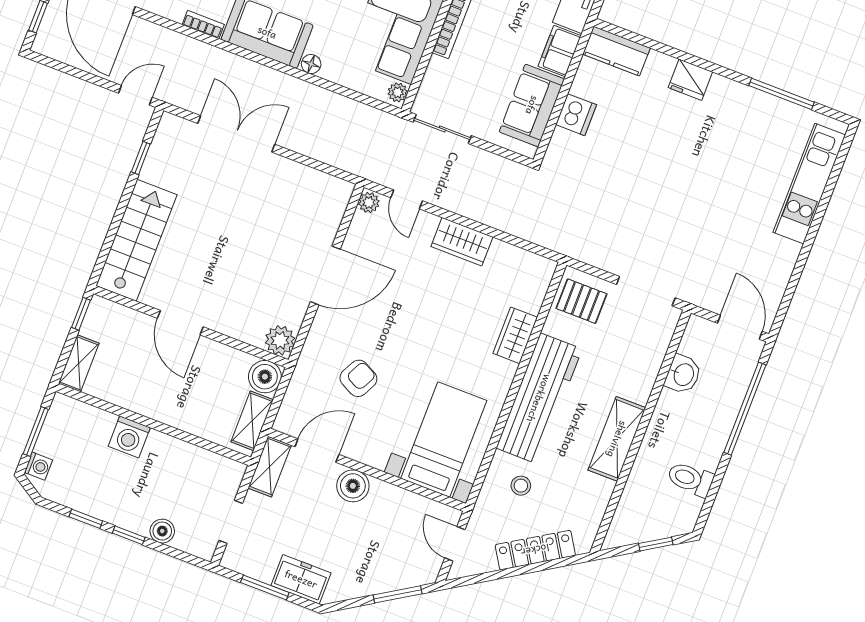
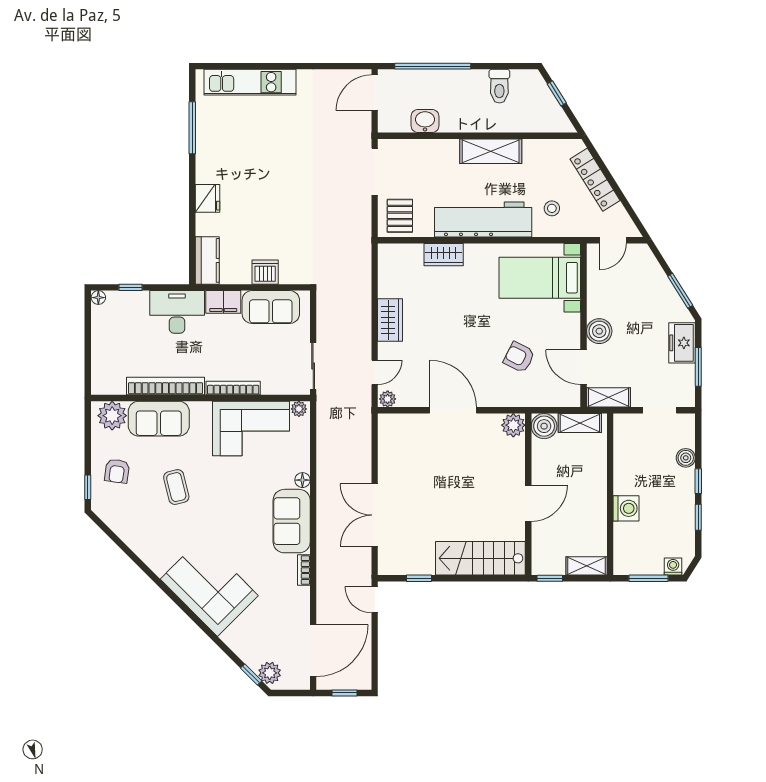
window: (398, 594) -> (680, 291), moved

